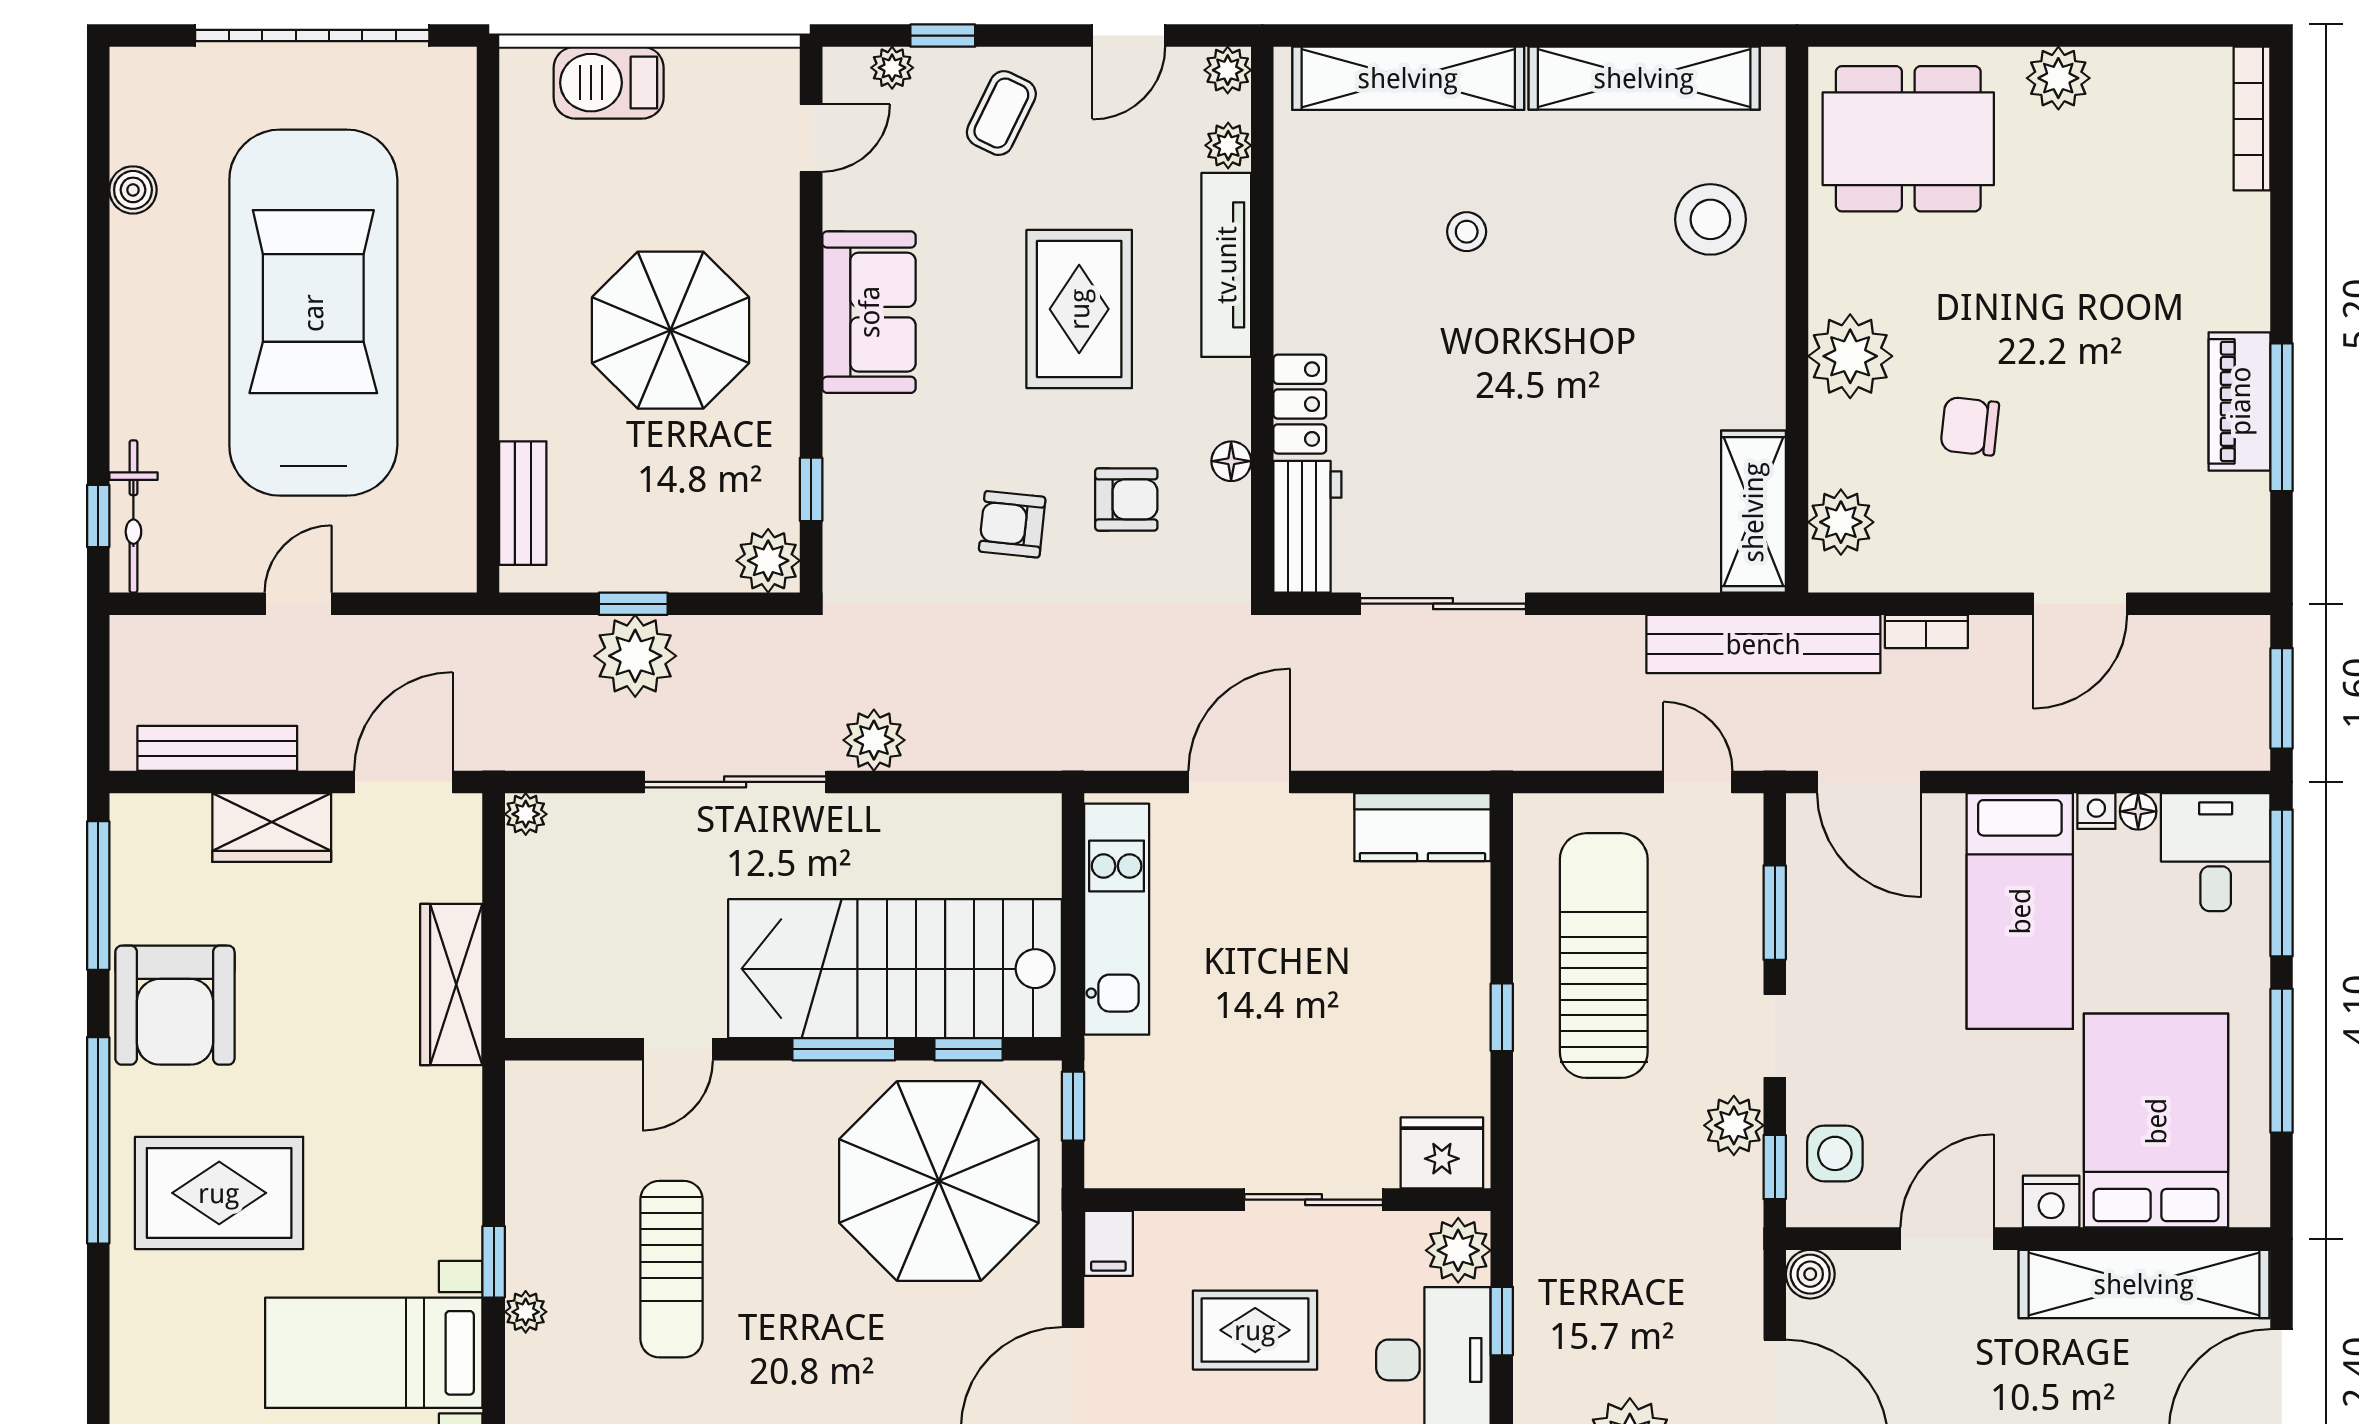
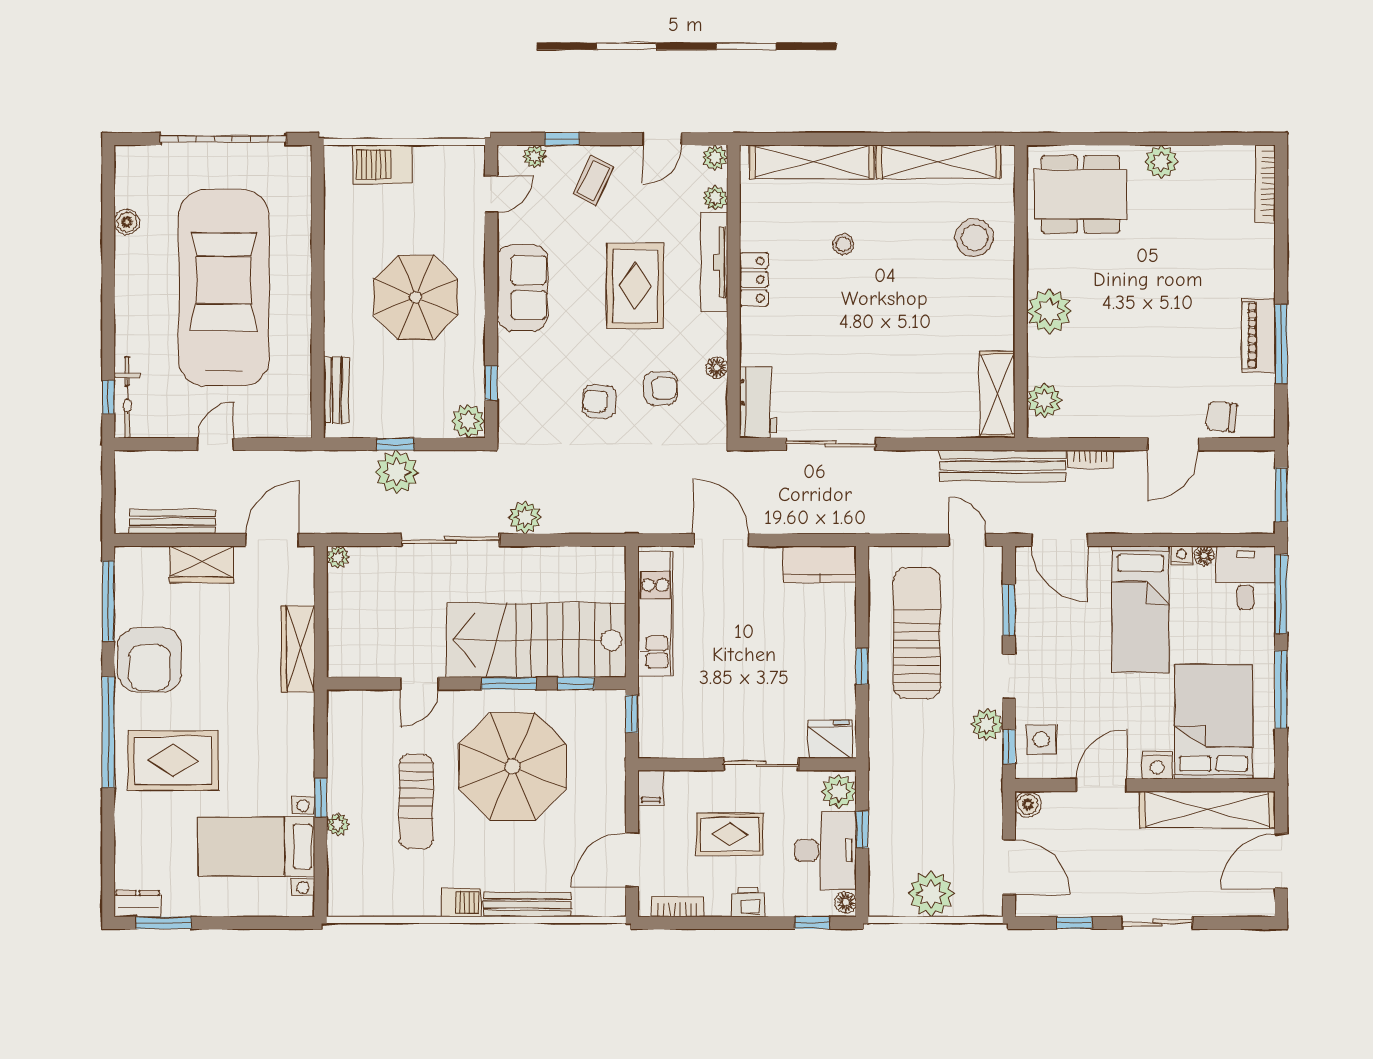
locker: (1300, 404) -> (754, 279), moved
chair: (1970, 426) -> (1221, 417), moved
door: (1239, 782) -> (721, 540), hinge flipped
parasol: (939, 1181) -> (513, 766), moved

